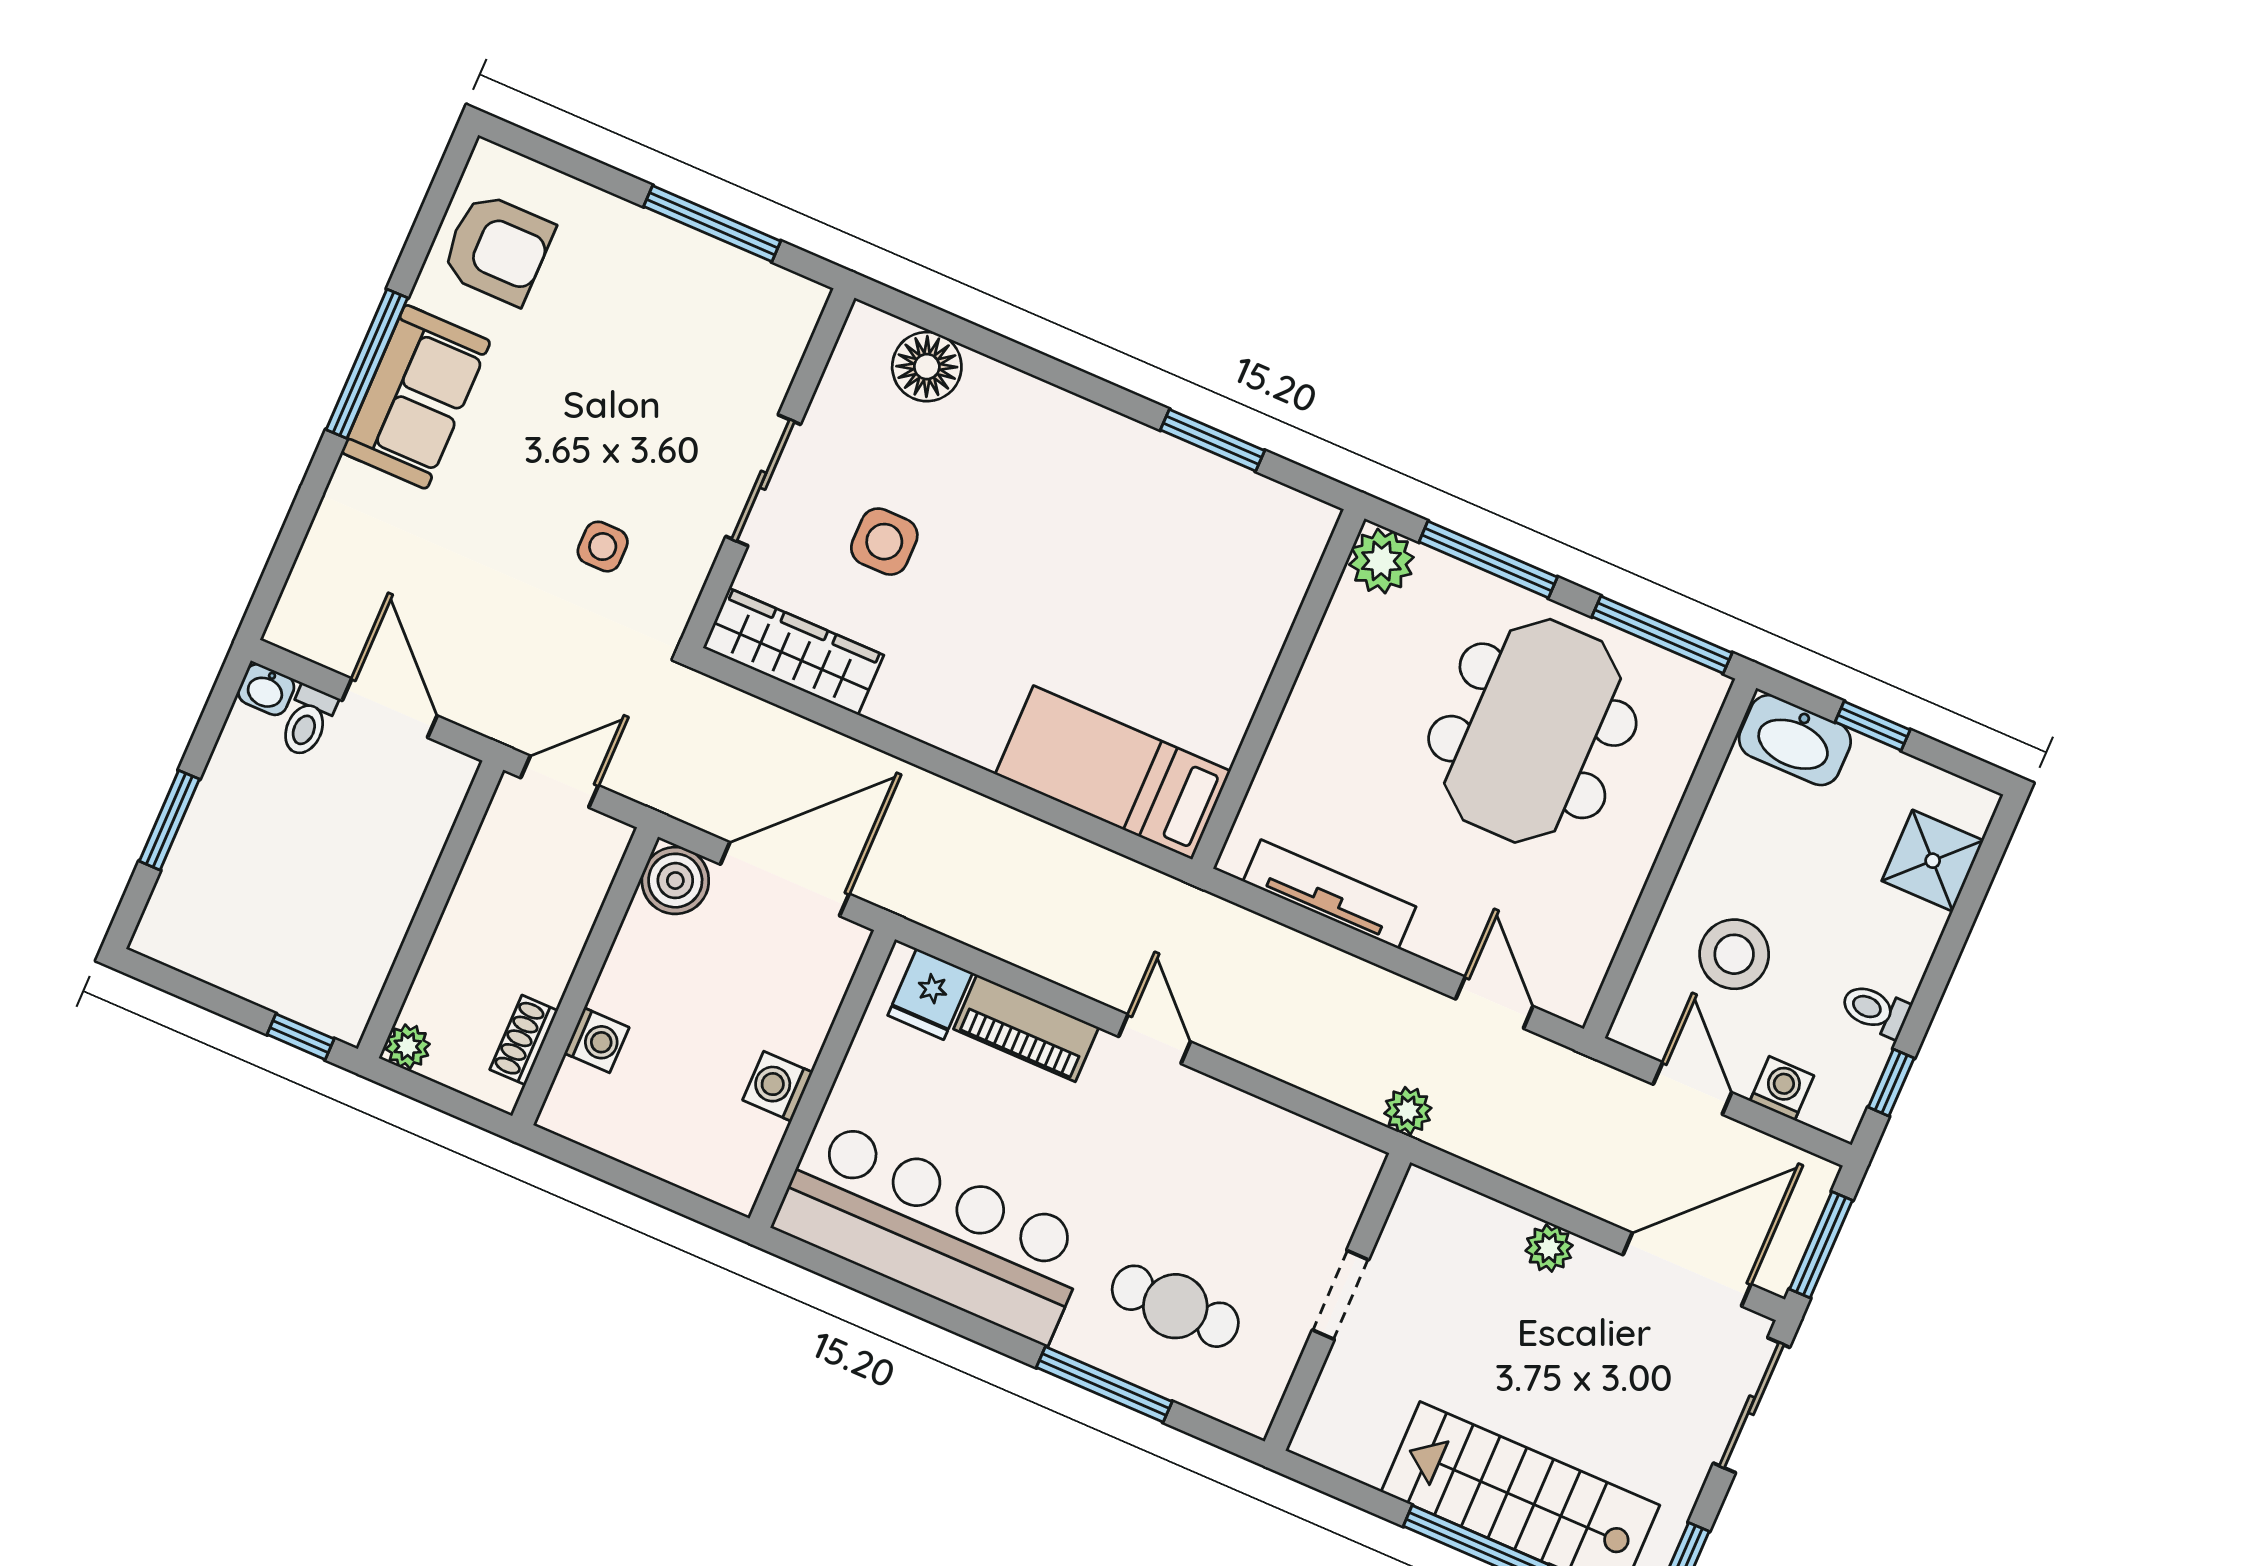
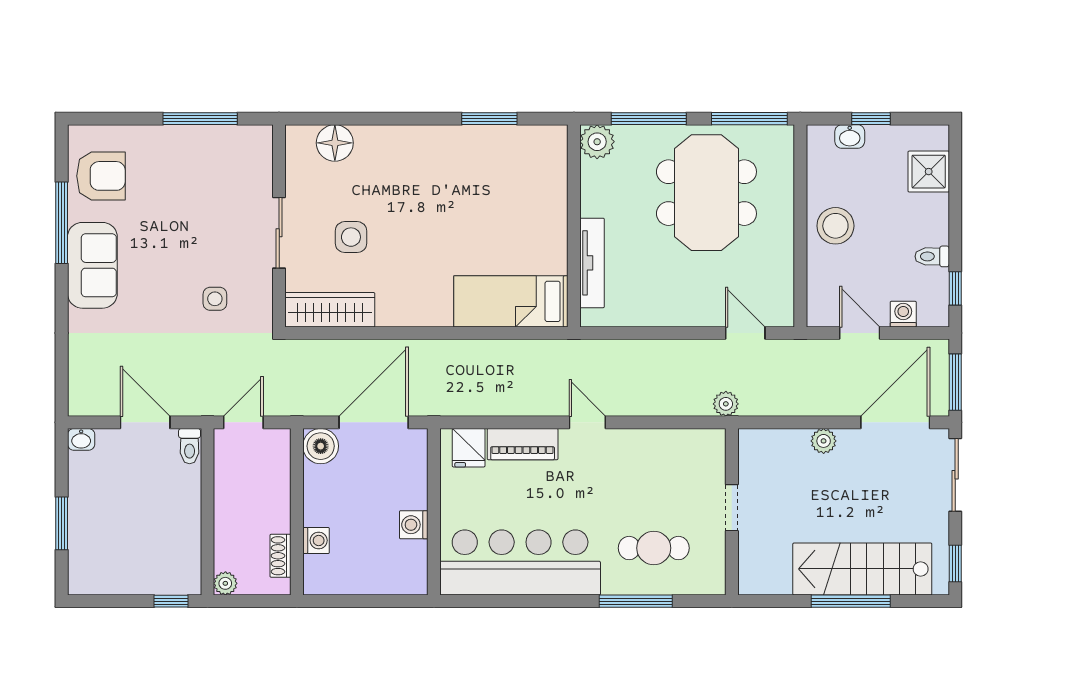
window: (367, 364) -> (62, 223), moved
toilet: (308, 721) -> (190, 446), moved
washbasin: (1795, 740) -> (850, 136), width x0.52, depth x0.69
tv unit: (1329, 894) -> (592, 263), moved, turned 90
stool: (1734, 954) -> (835, 226), moved

